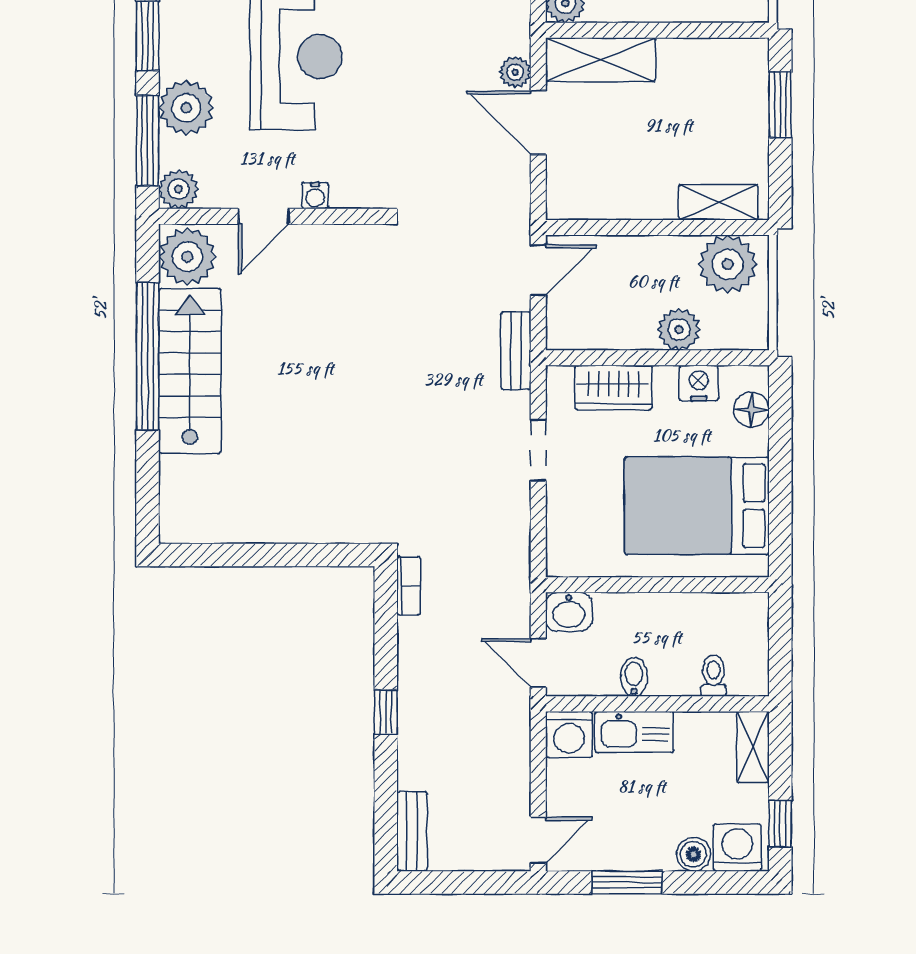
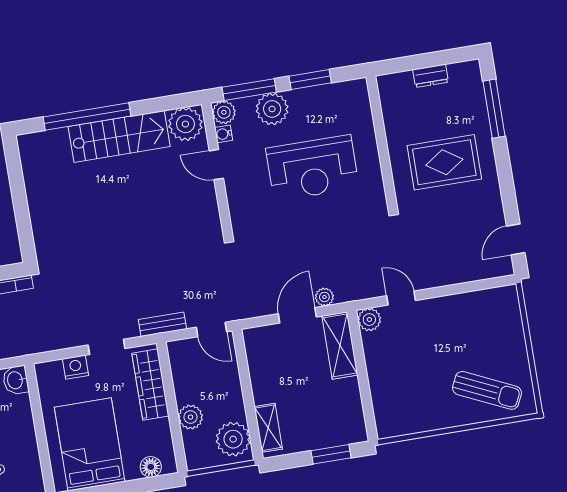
water cooler: (315, 196) -> (224, 134), moved
window: (148, 356) -> (87, 116), moved
nightstand: (699, 383) -> (76, 367), moved, turned -90
wardrobe: (613, 388) -> (150, 385), width x1.50

